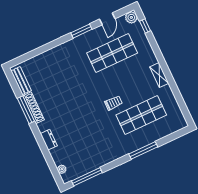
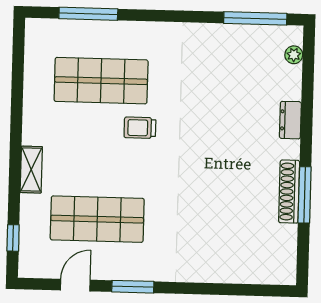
plant: (131, 17) -> (30, 266), removed
shelving: (159, 75) -> (31, 170), moved
bench: (21, 81) -> (287, 252), removed
window: (143, 150) -> (88, 14), moved

